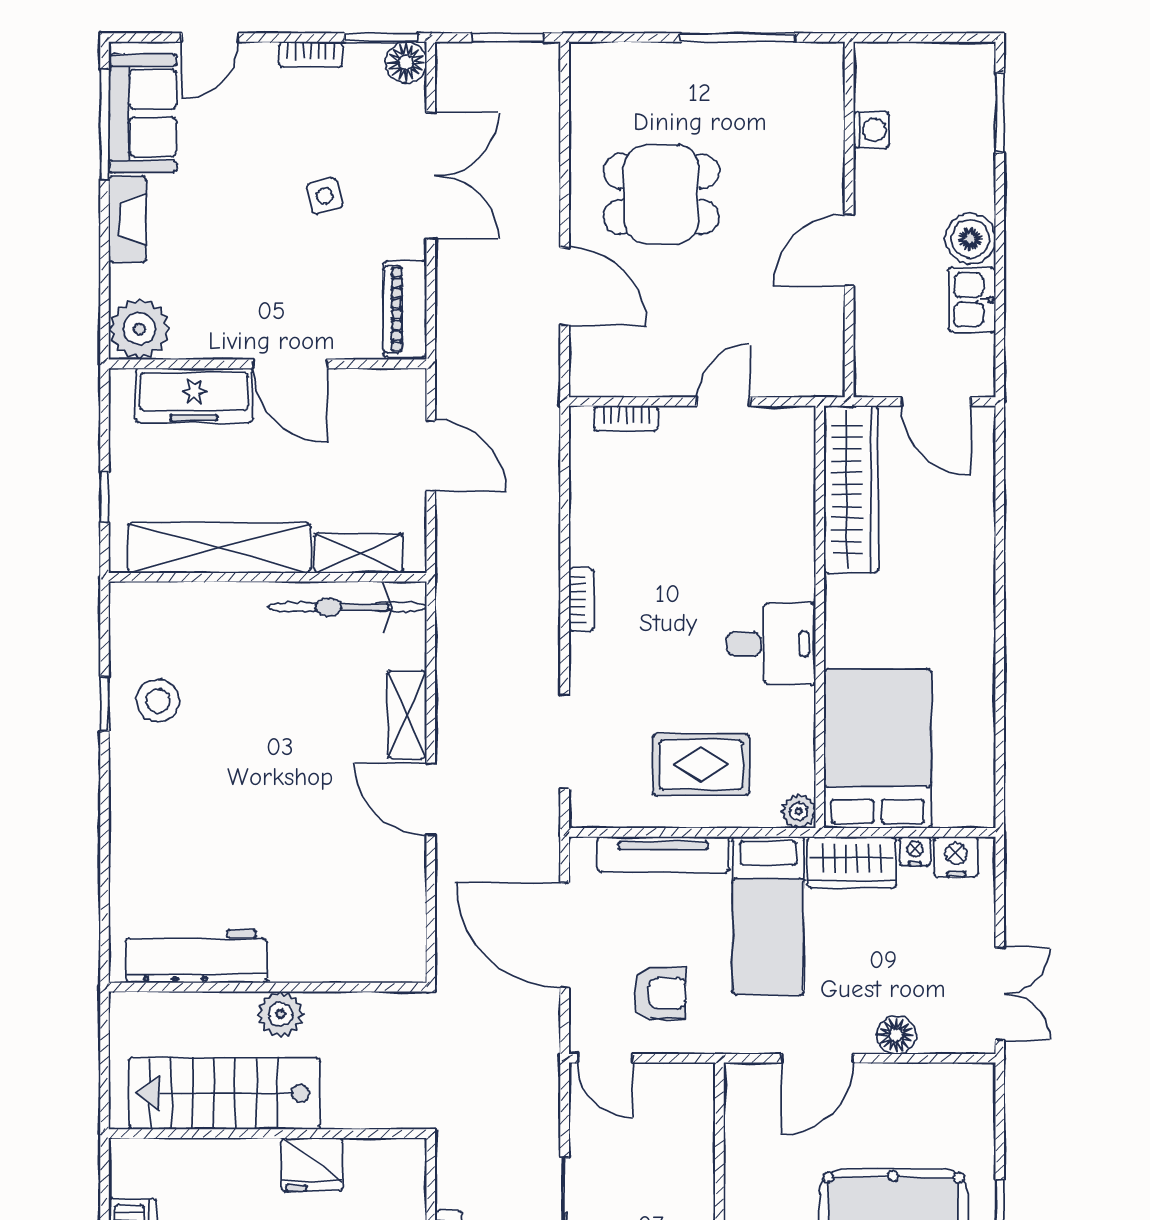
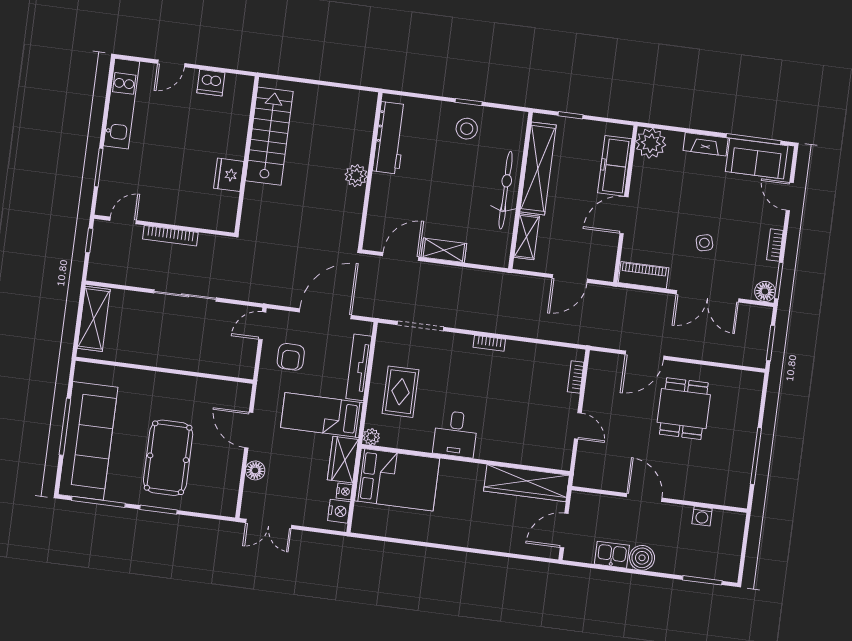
bicycle: (347, 607) -> (506, 190), moved
workbench: (196, 956) -> (390, 138), moved
wall: (268, 987) -> (370, 171), moved
plant: (281, 1014) -> (356, 176), moved

